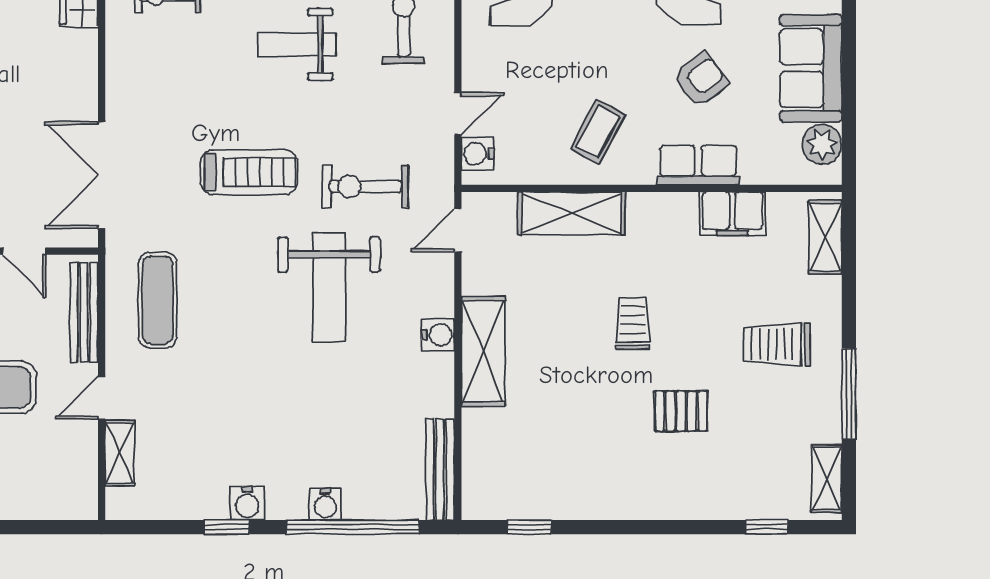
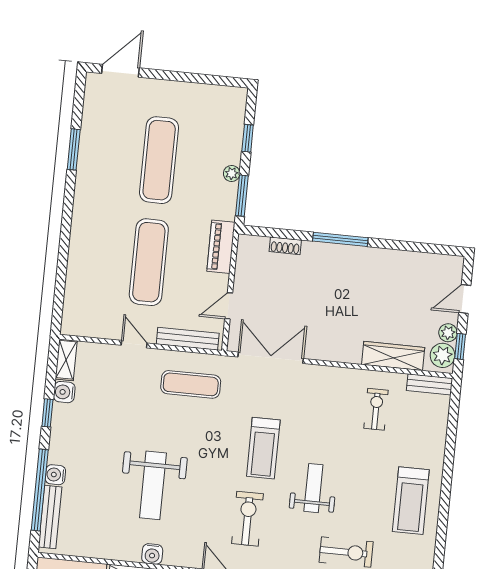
weight bench: (297, 44) -> (313, 488), moved
weight bench: (329, 287) -> (153, 485), moved, turned -90
shelving: (120, 453) -> (66, 360), moved, turned 90
bench: (440, 470) -> (50, 517), moved, turned 90
water cooler: (247, 503) -> (64, 392), moved

